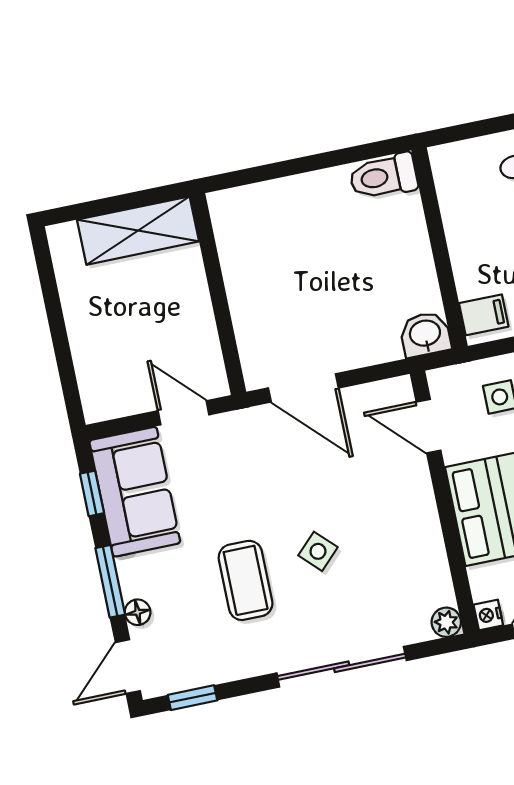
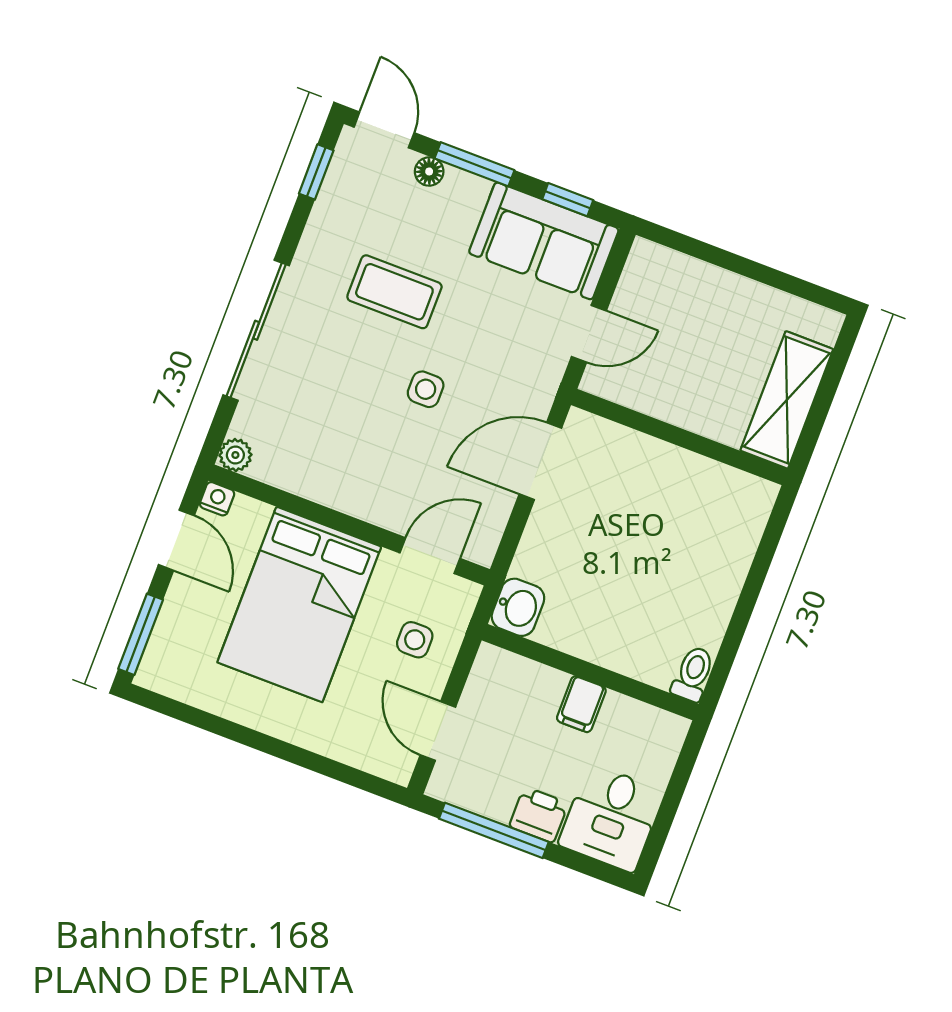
toilet: (383, 176) -> (693, 674), width x0.73, depth x0.72
filing cabinet: (484, 315) -> (581, 704), moved
side table: (318, 551) -> (426, 389), moved, turned 45

